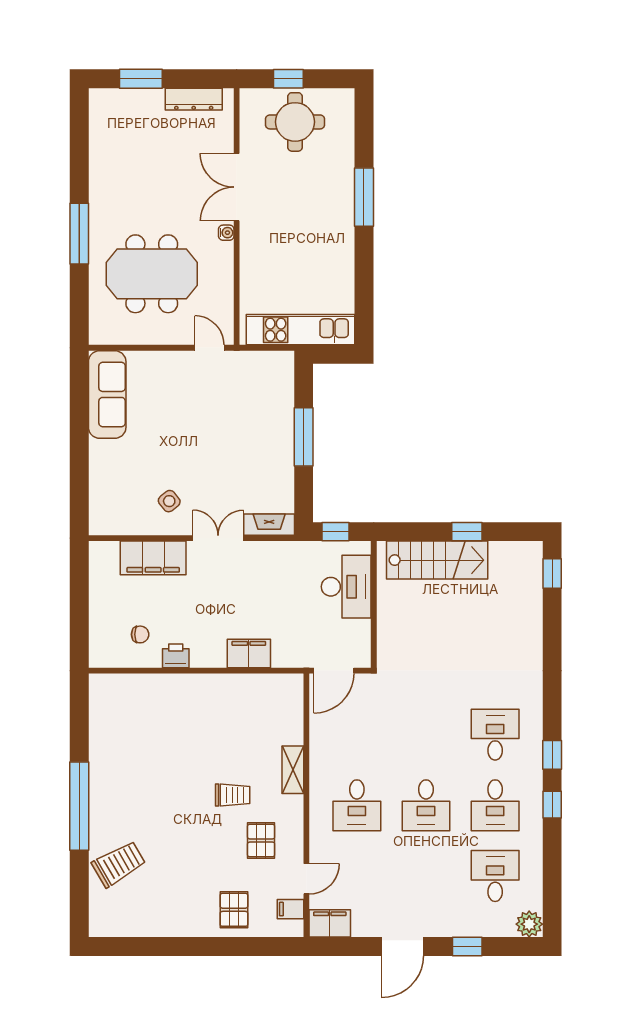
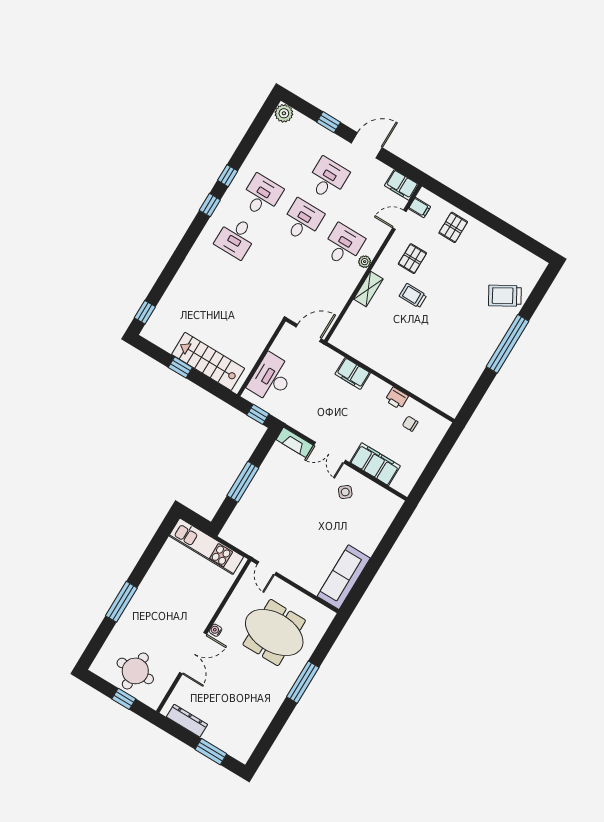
plant: (318, 801) -> (365, 262), added
desk: (495, 876) -> (328, 179), moved, turned 180

